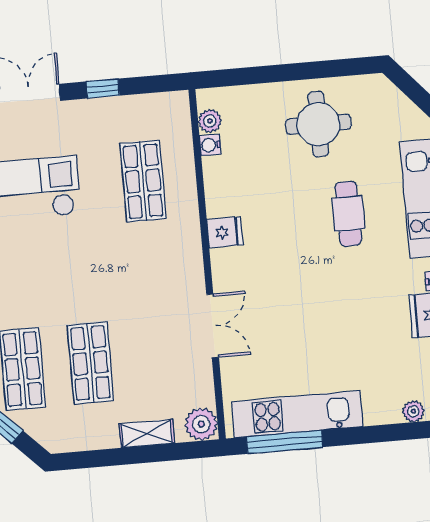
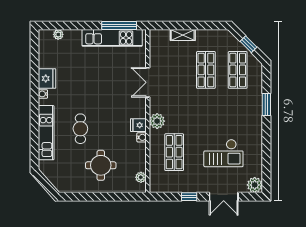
round table: (318, 124) -> (101, 165), moved
water cooler: (210, 145) -> (142, 137), moved
plant: (201, 424) -> (157, 121), moved

